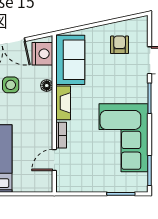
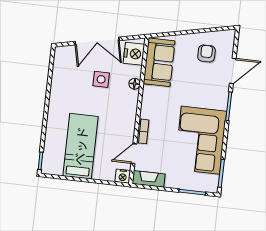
fireplace: (63, 103) -> (149, 179), moved, turned -90
nightstand: (45, 185) -> (123, 176), added

